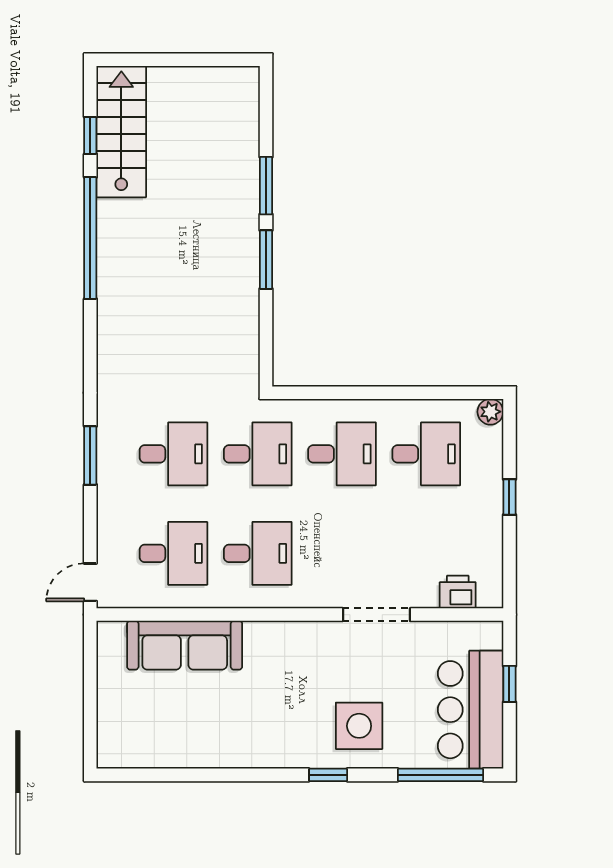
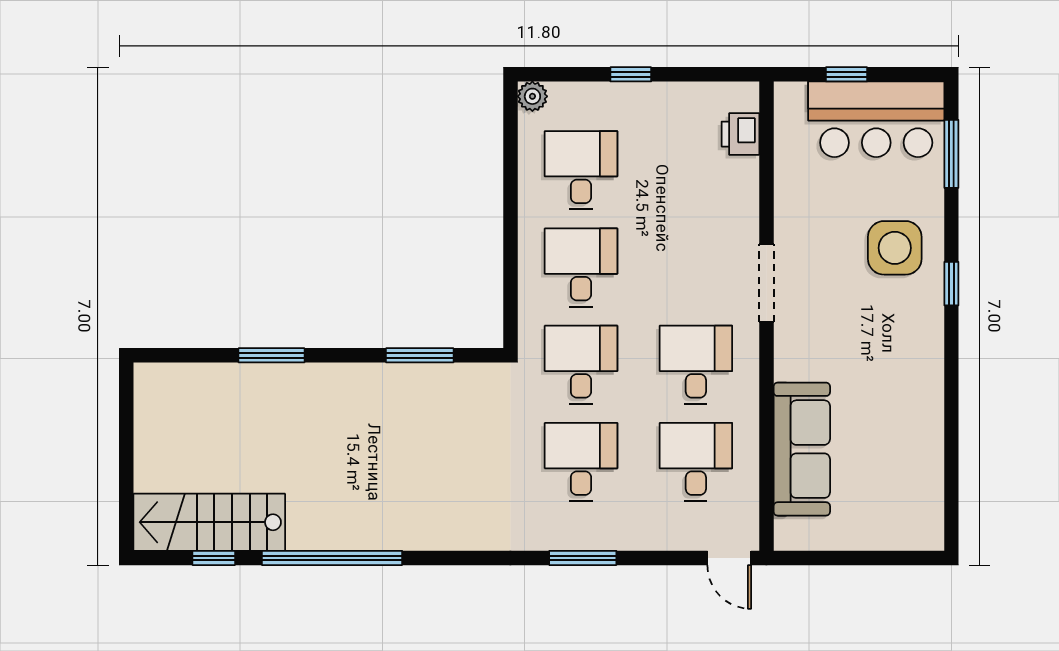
window: (266, 260) -> (420, 355), moved
doorway: (376, 615) -> (766, 283), moved
window: (441, 775) -> (951, 154), width x0.69

